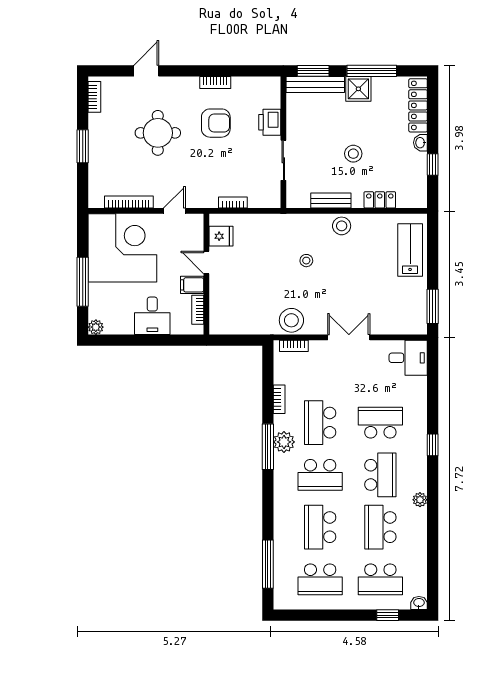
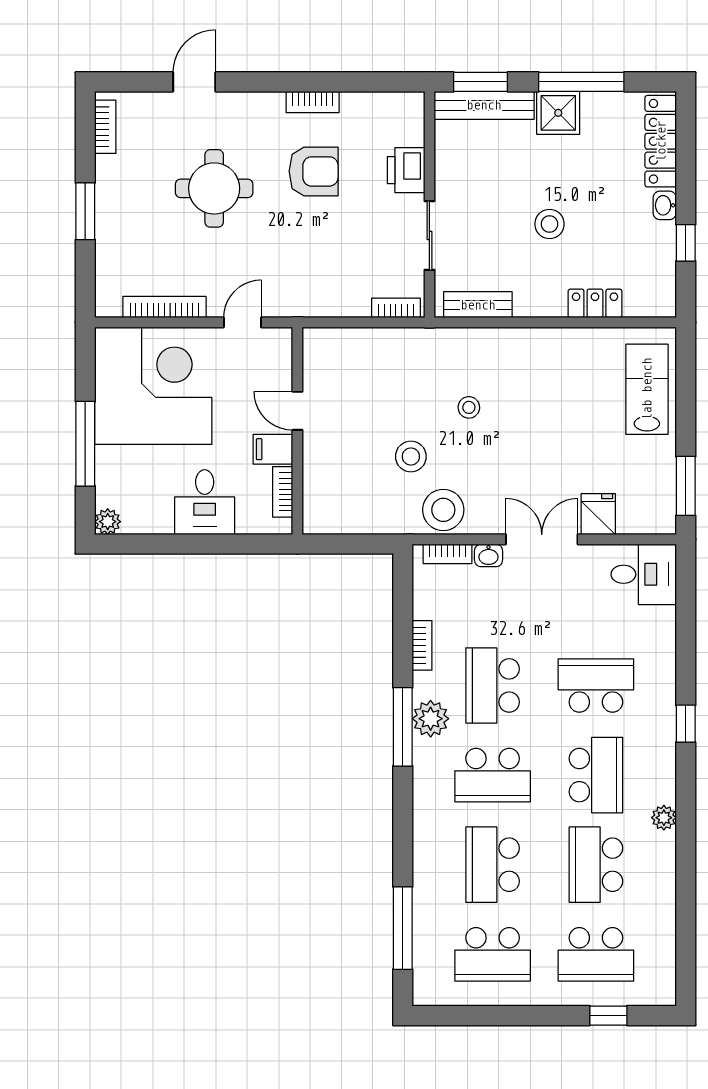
bench: (331, 201) -> (478, 305), moved
bookcase: (233, 203) -> (396, 308), moved
stool: (342, 226) -> (411, 456), moved
fridge: (221, 236) -> (598, 514), moved, turned -90
washbasin: (419, 603) -> (489, 555), moved, turned 180

